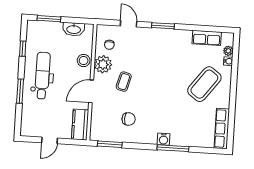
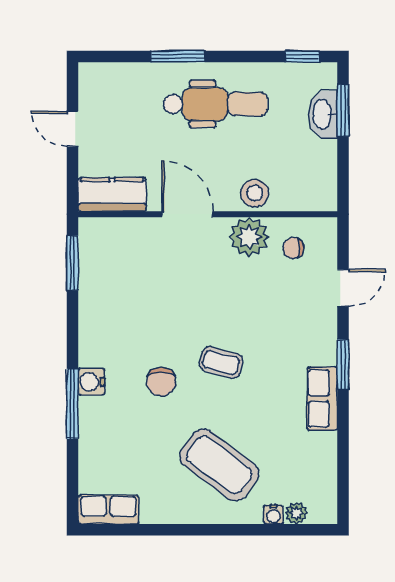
washbasin: (74, 29) -> (323, 114), moved
row of seats: (207, 38) -> (322, 398), moved
window: (23, 49) -> (302, 56), moved
coffee table: (124, 82) -> (221, 362), moved
chair: (129, 119) -> (161, 382), moved
row of seats: (222, 129) -> (108, 510), width x0.68

